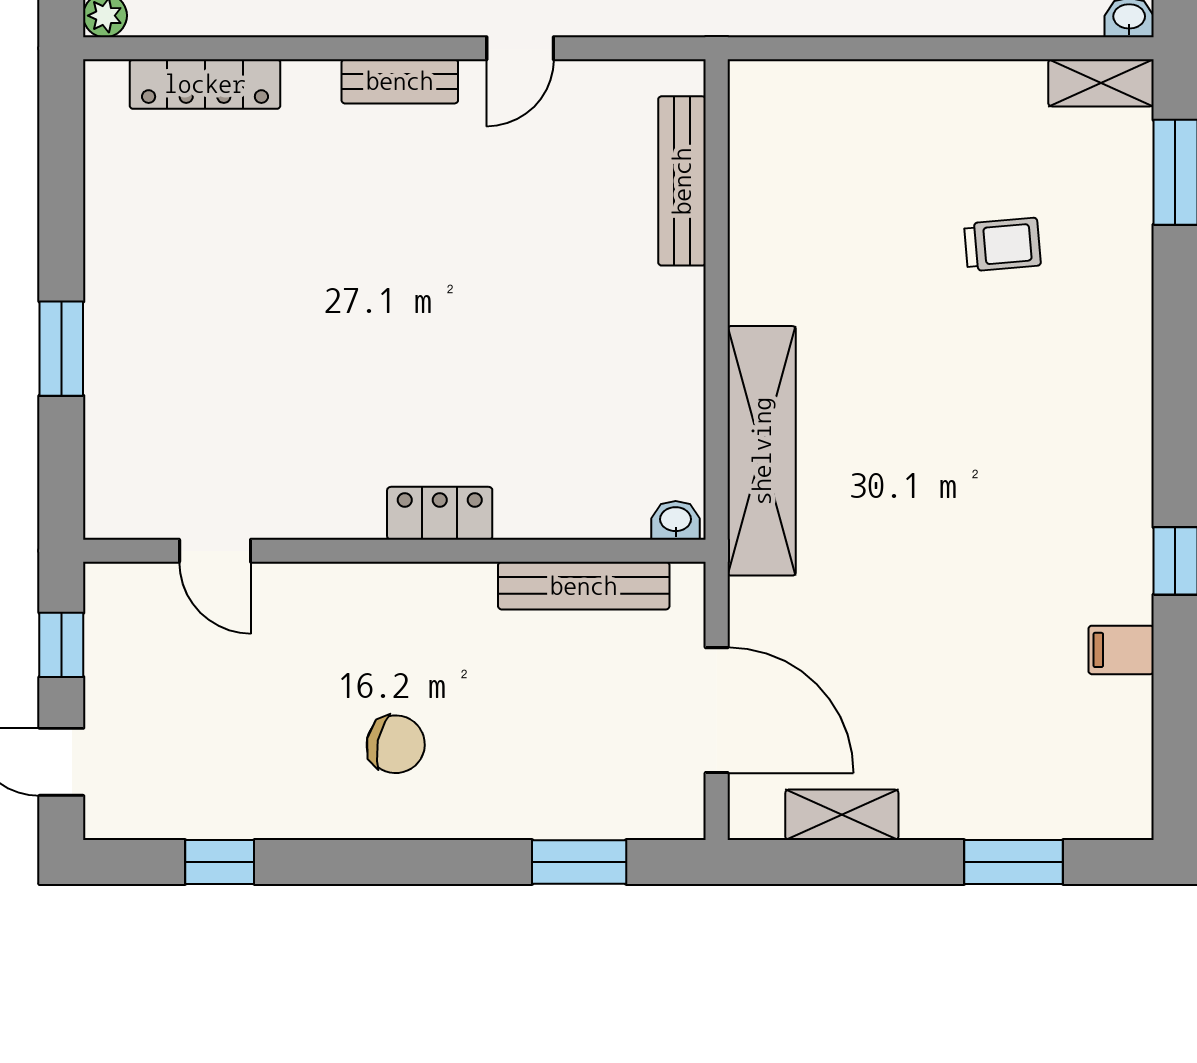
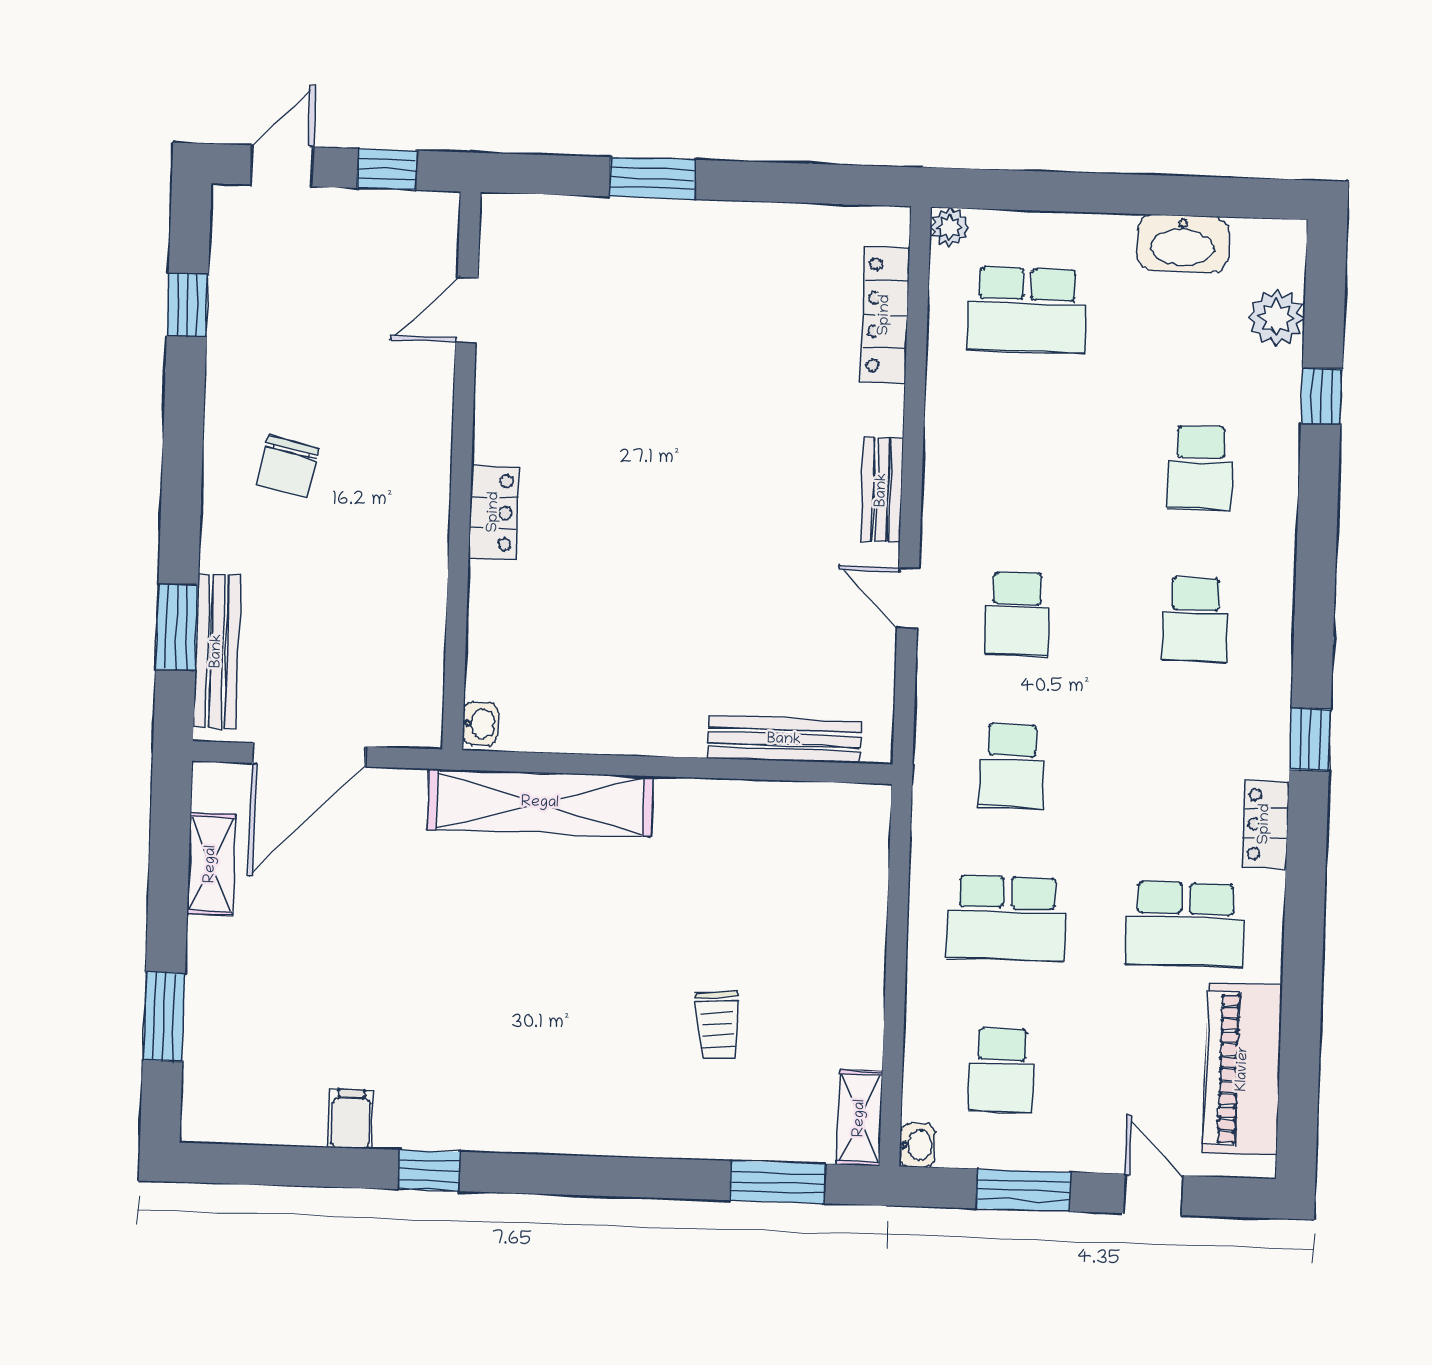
bench: (584, 586) -> (217, 651), moved

